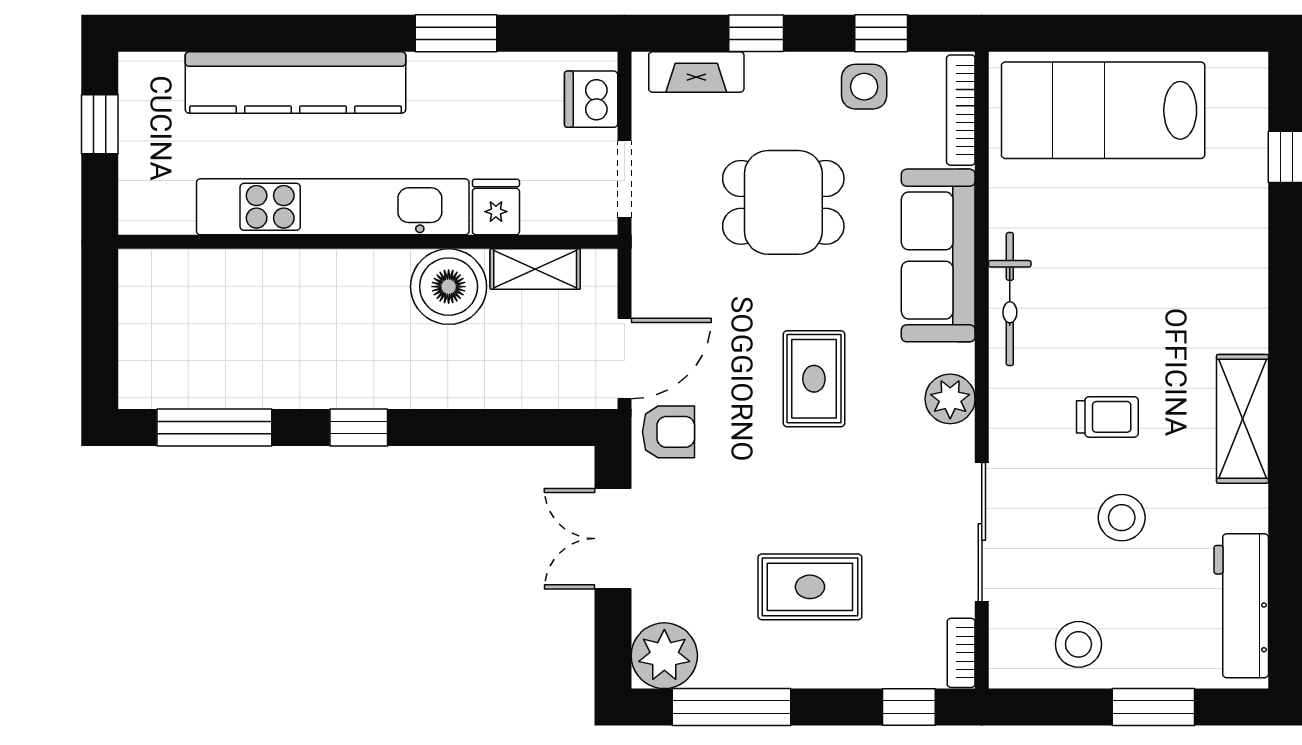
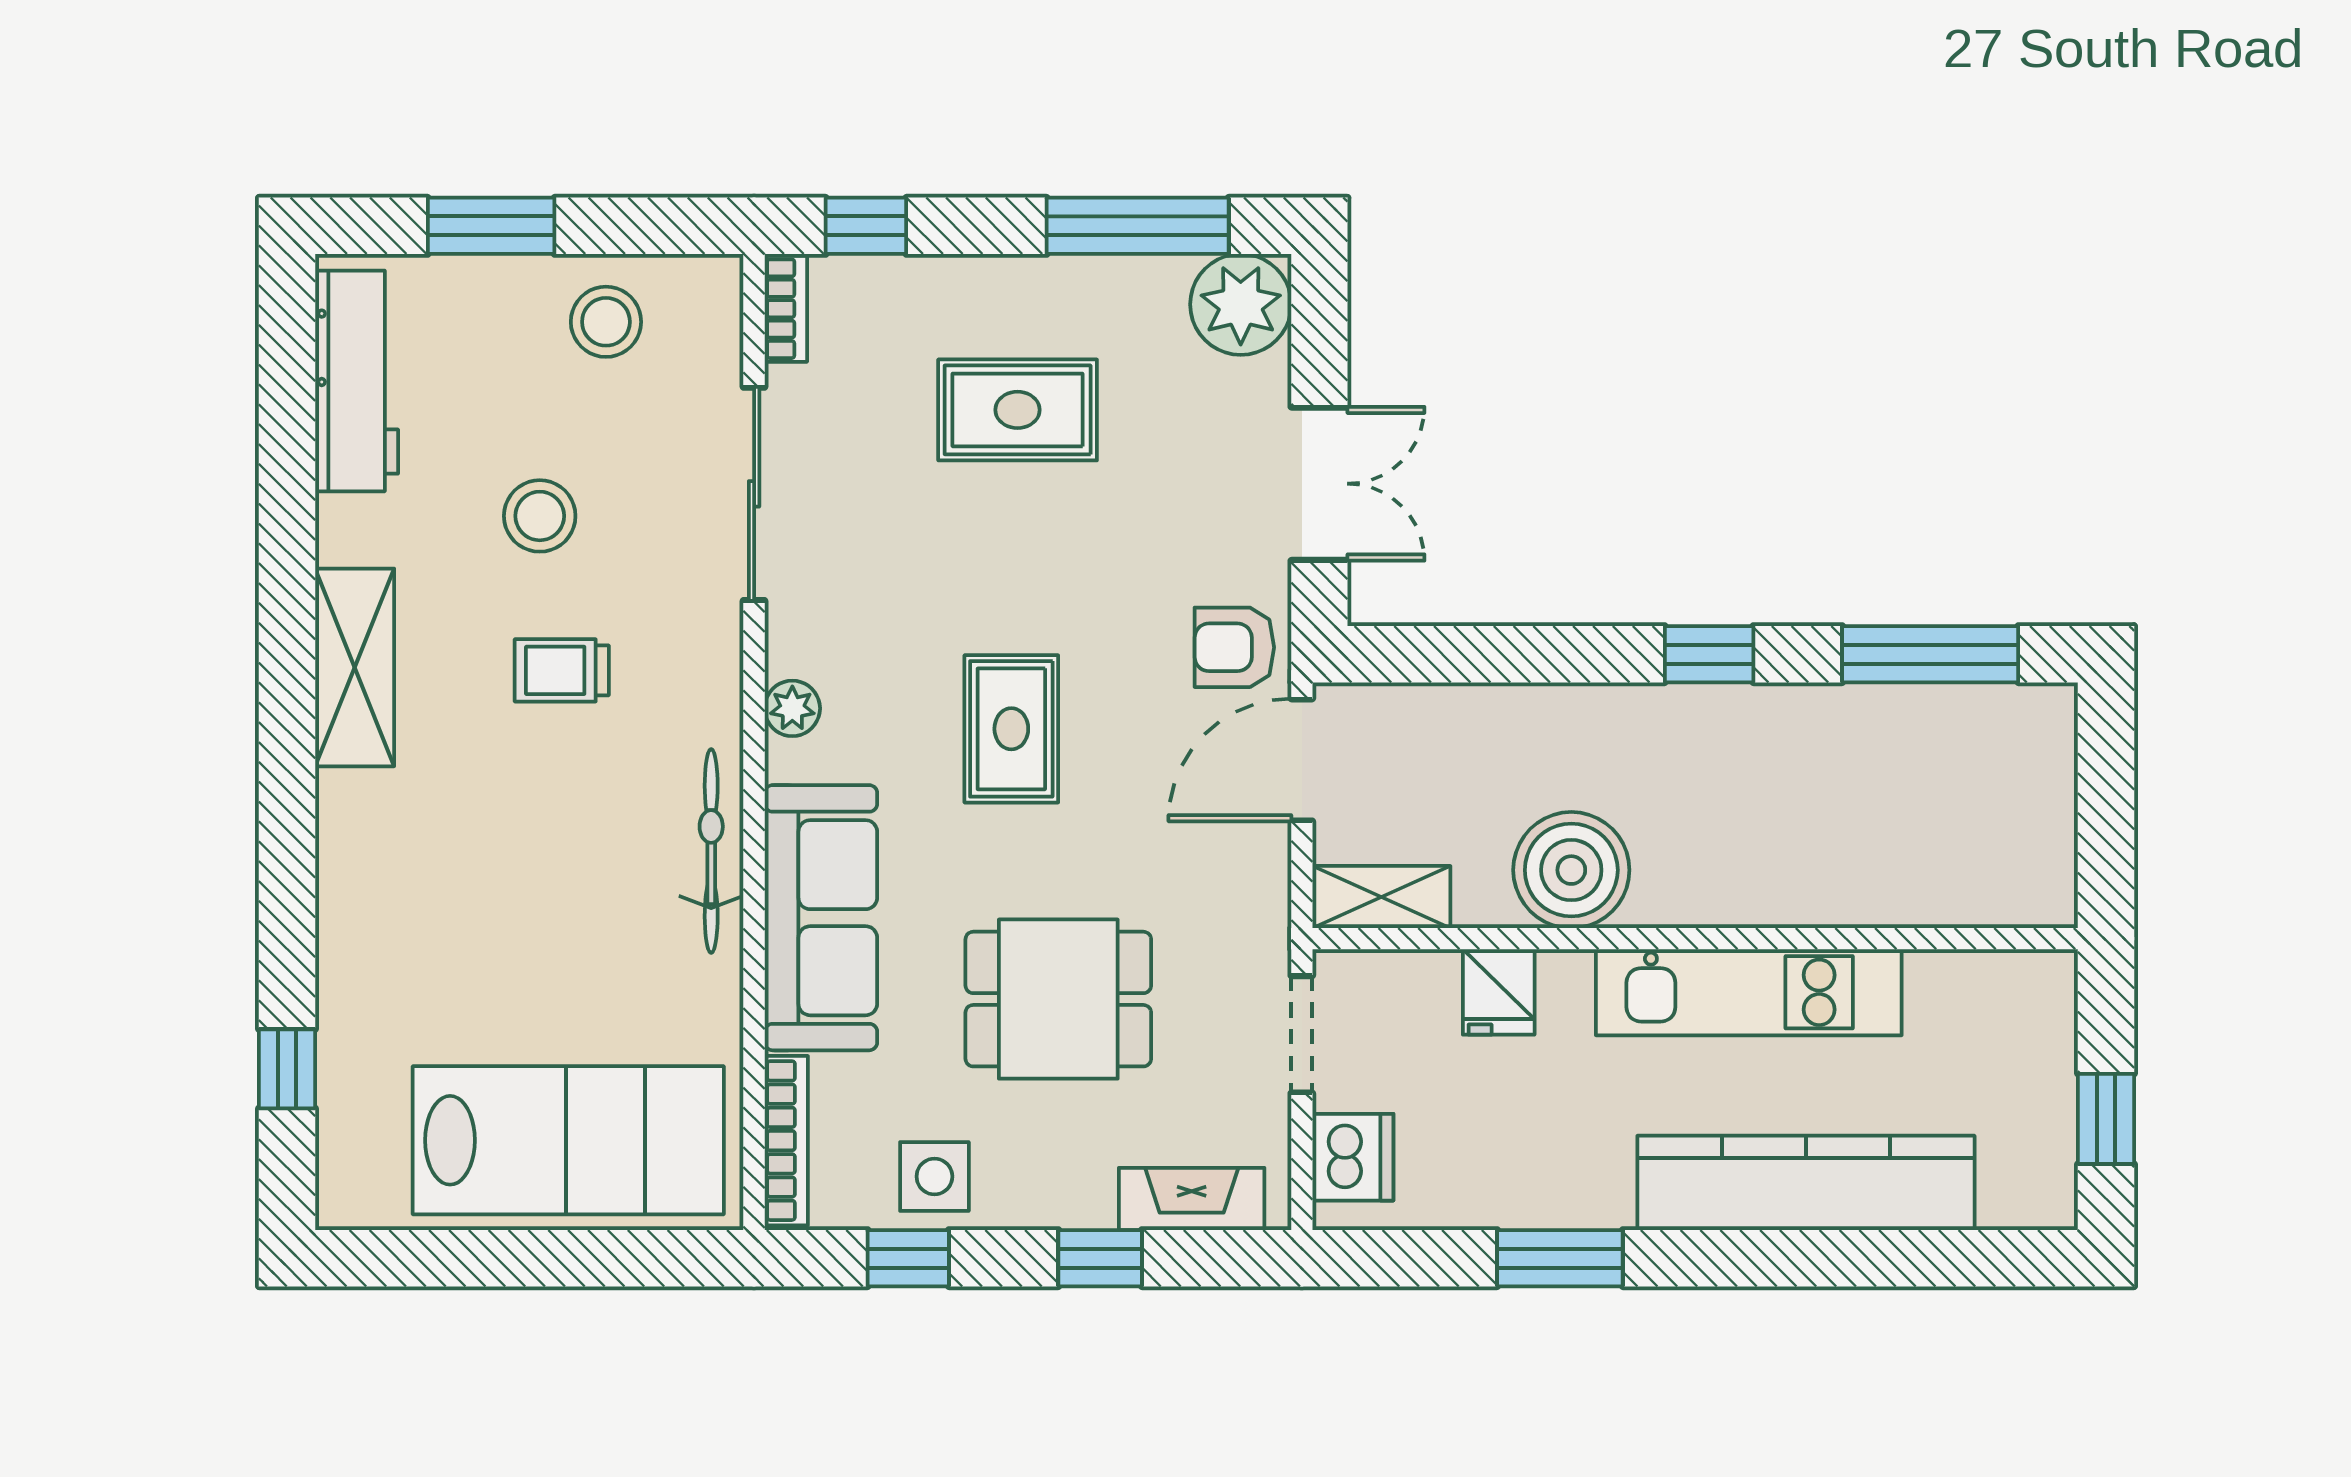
kitchen unit: (333, 207) -> (1749, 992), width x0.73
shelving: (535, 269) -> (1381, 897), moved
plant: (950, 399) -> (792, 708), width x0.73, depth x0.73

